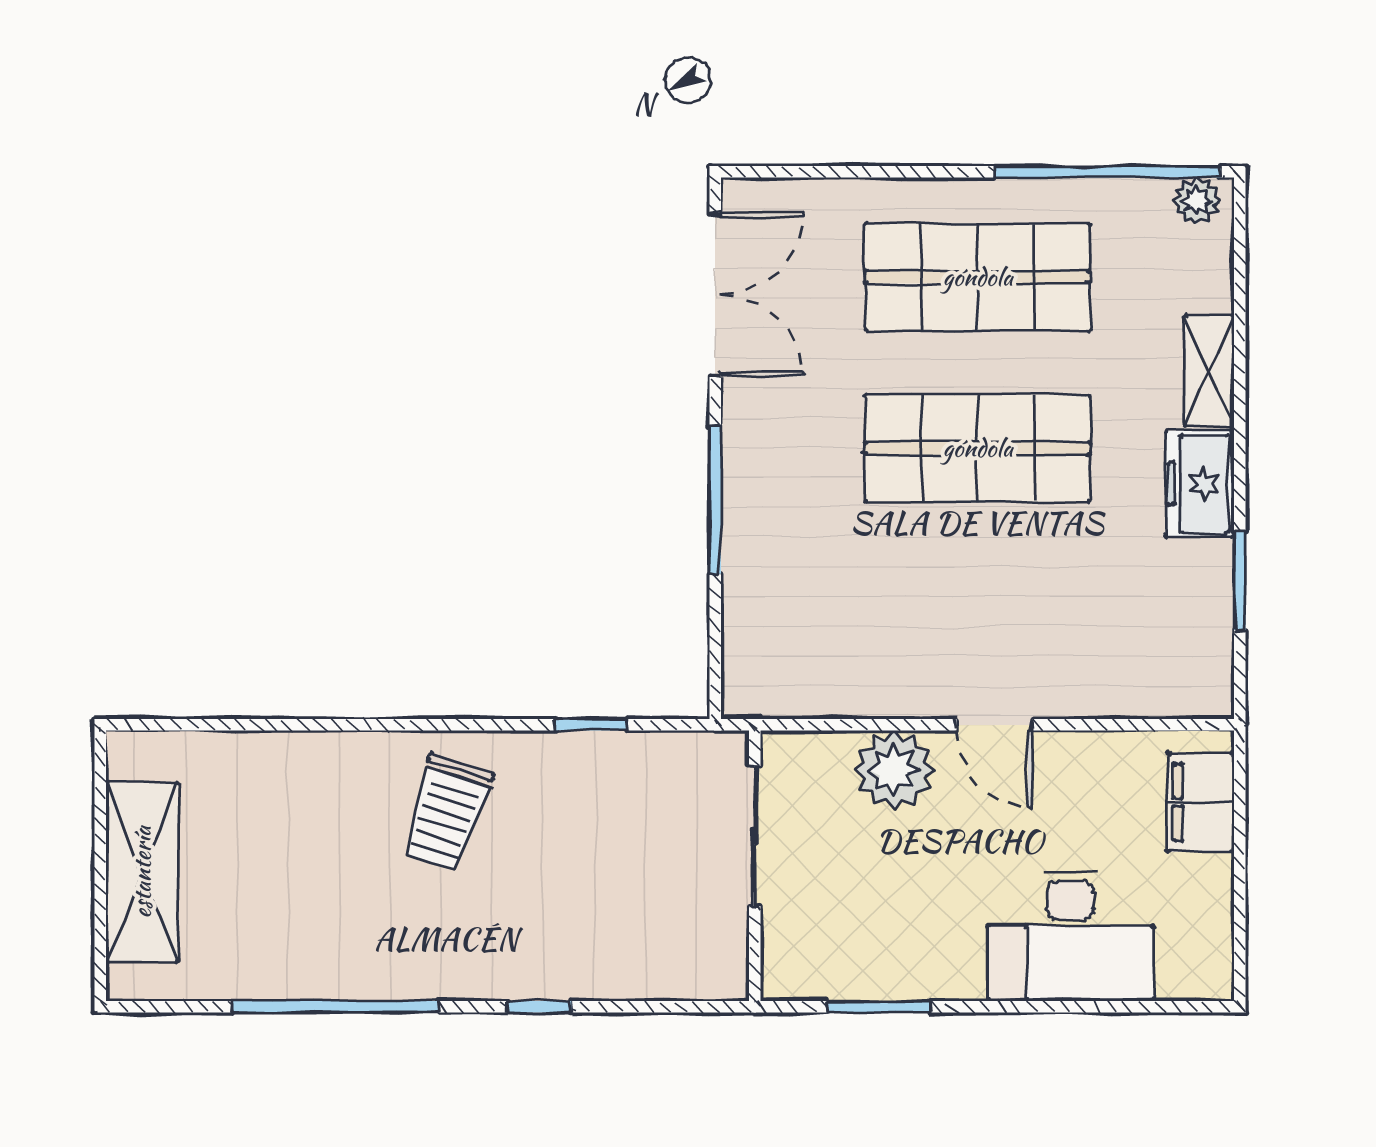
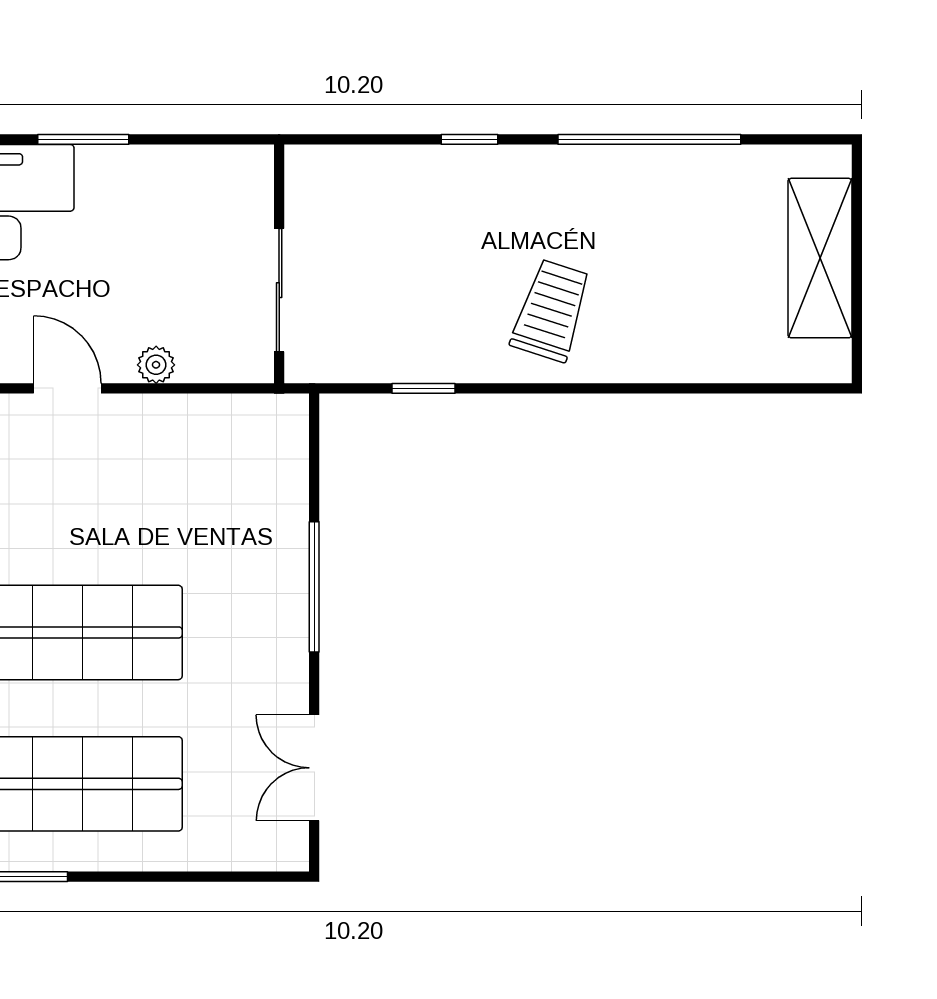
double door: (715, 295) -> (314, 768), width x0.73
plant: (894, 770) -> (156, 365), width x0.53, depth x0.53
window: (879, 1007) -> (83, 139), moved

